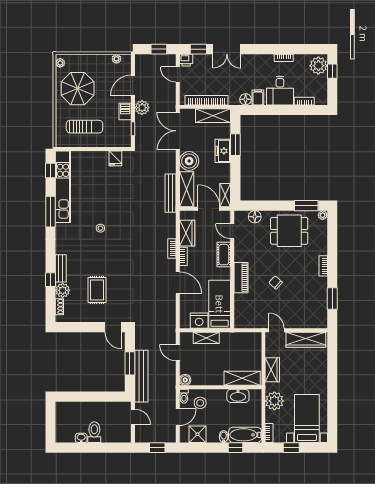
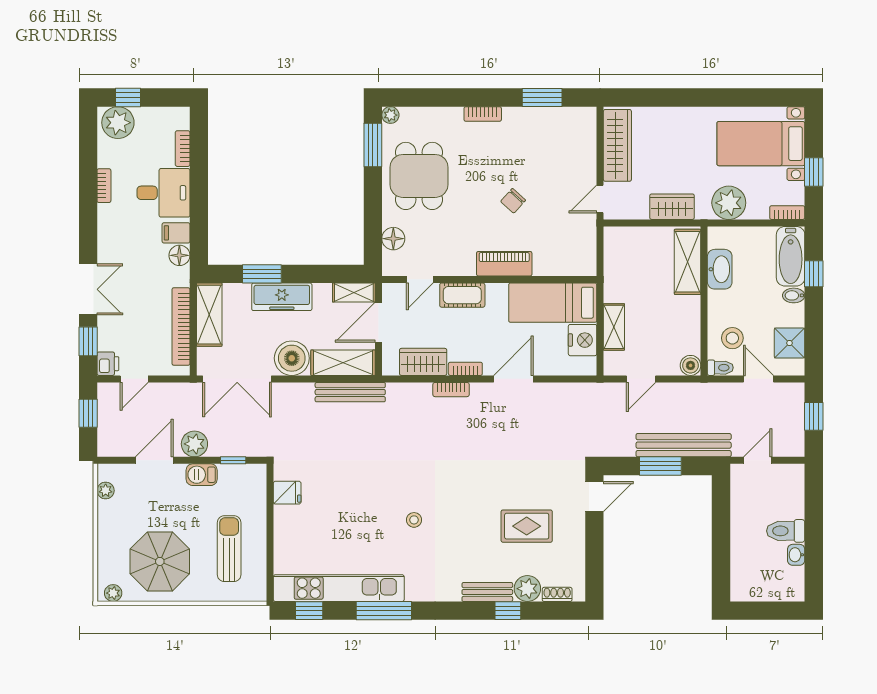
door: (133, 85) -> (154, 460), swing flipped
freezer: (223, 151) -> (282, 297), width x1.40

